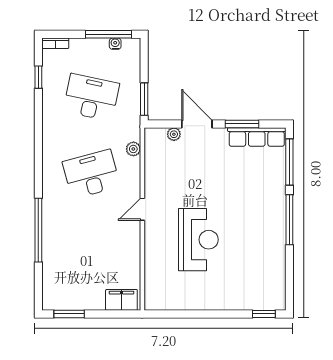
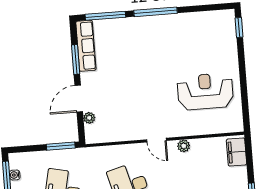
plant: (133, 149) -> (184, 146), moved
reception desk: (198, 240) -> (205, 91), moved

